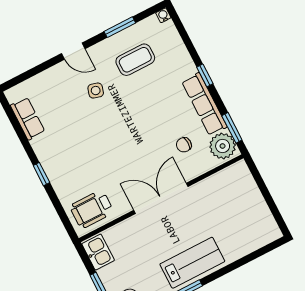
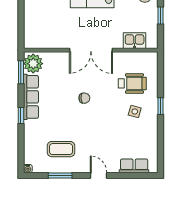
side table: (96, 91) -> (135, 112), moved
row of seats: (28, 119) -> (134, 166), moved, turned 90
chair: (184, 145) -> (84, 98), moved
wheelchair: (92, 209) -> (132, 83), moved
kitchen sink: (98, 252) -> (135, 41), moved, turned 90

